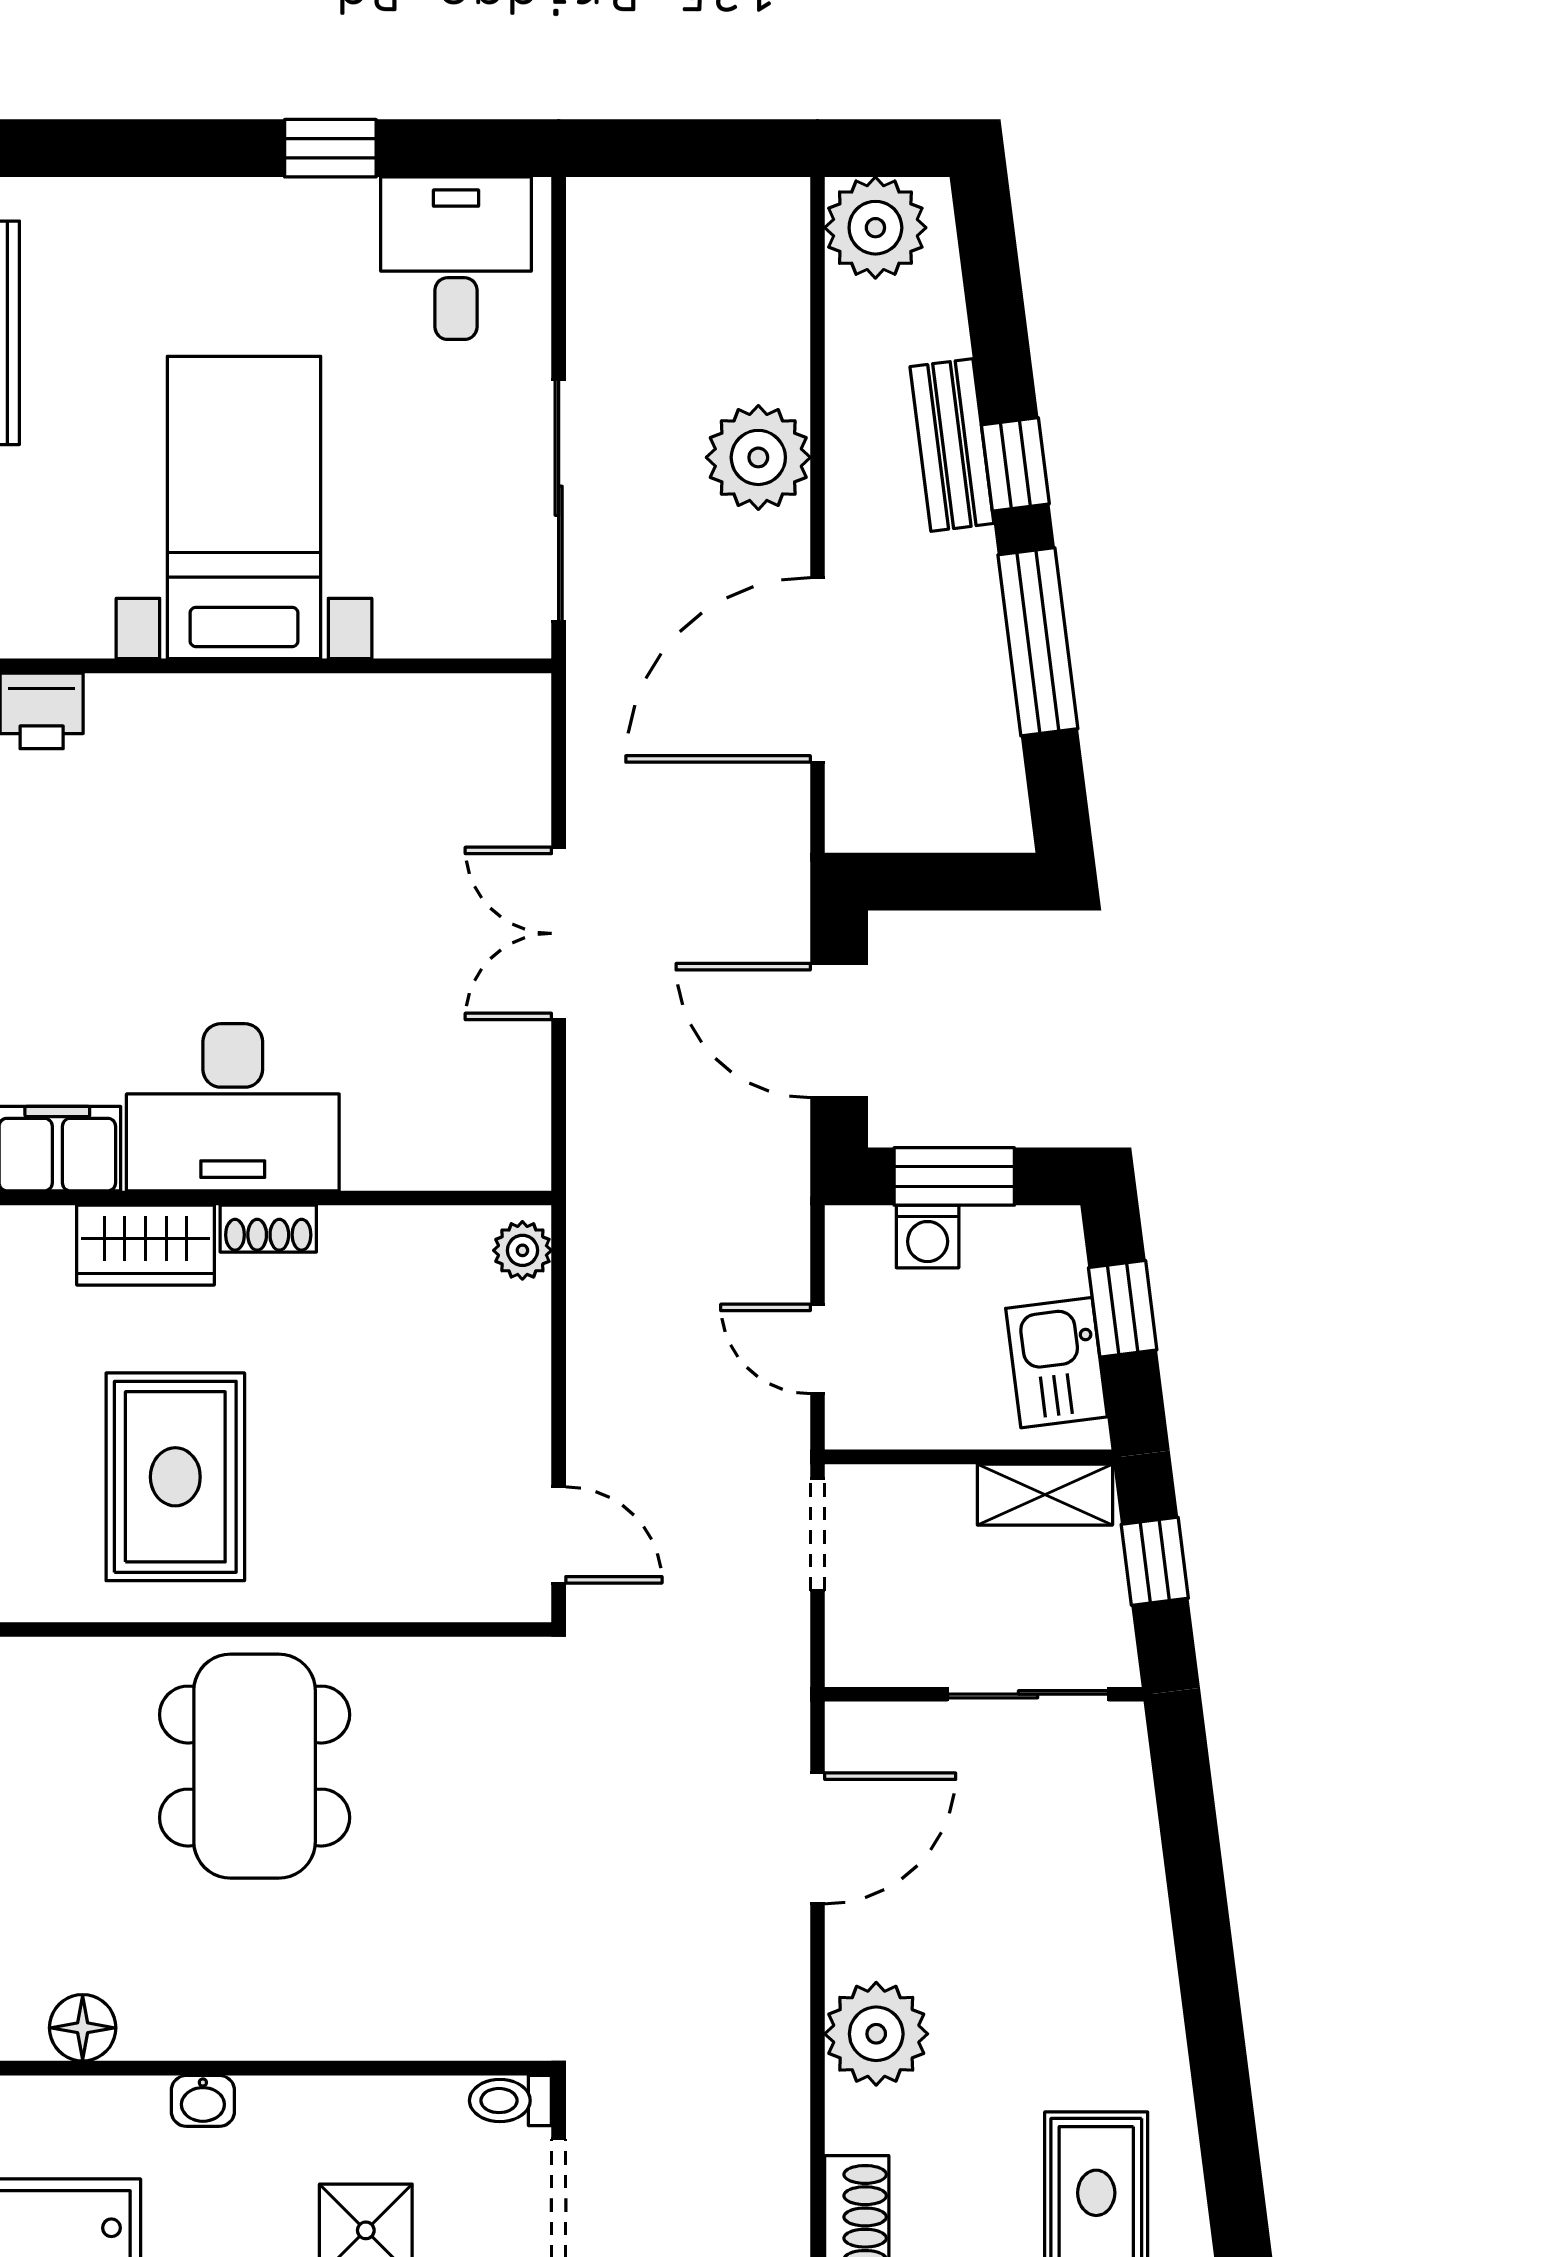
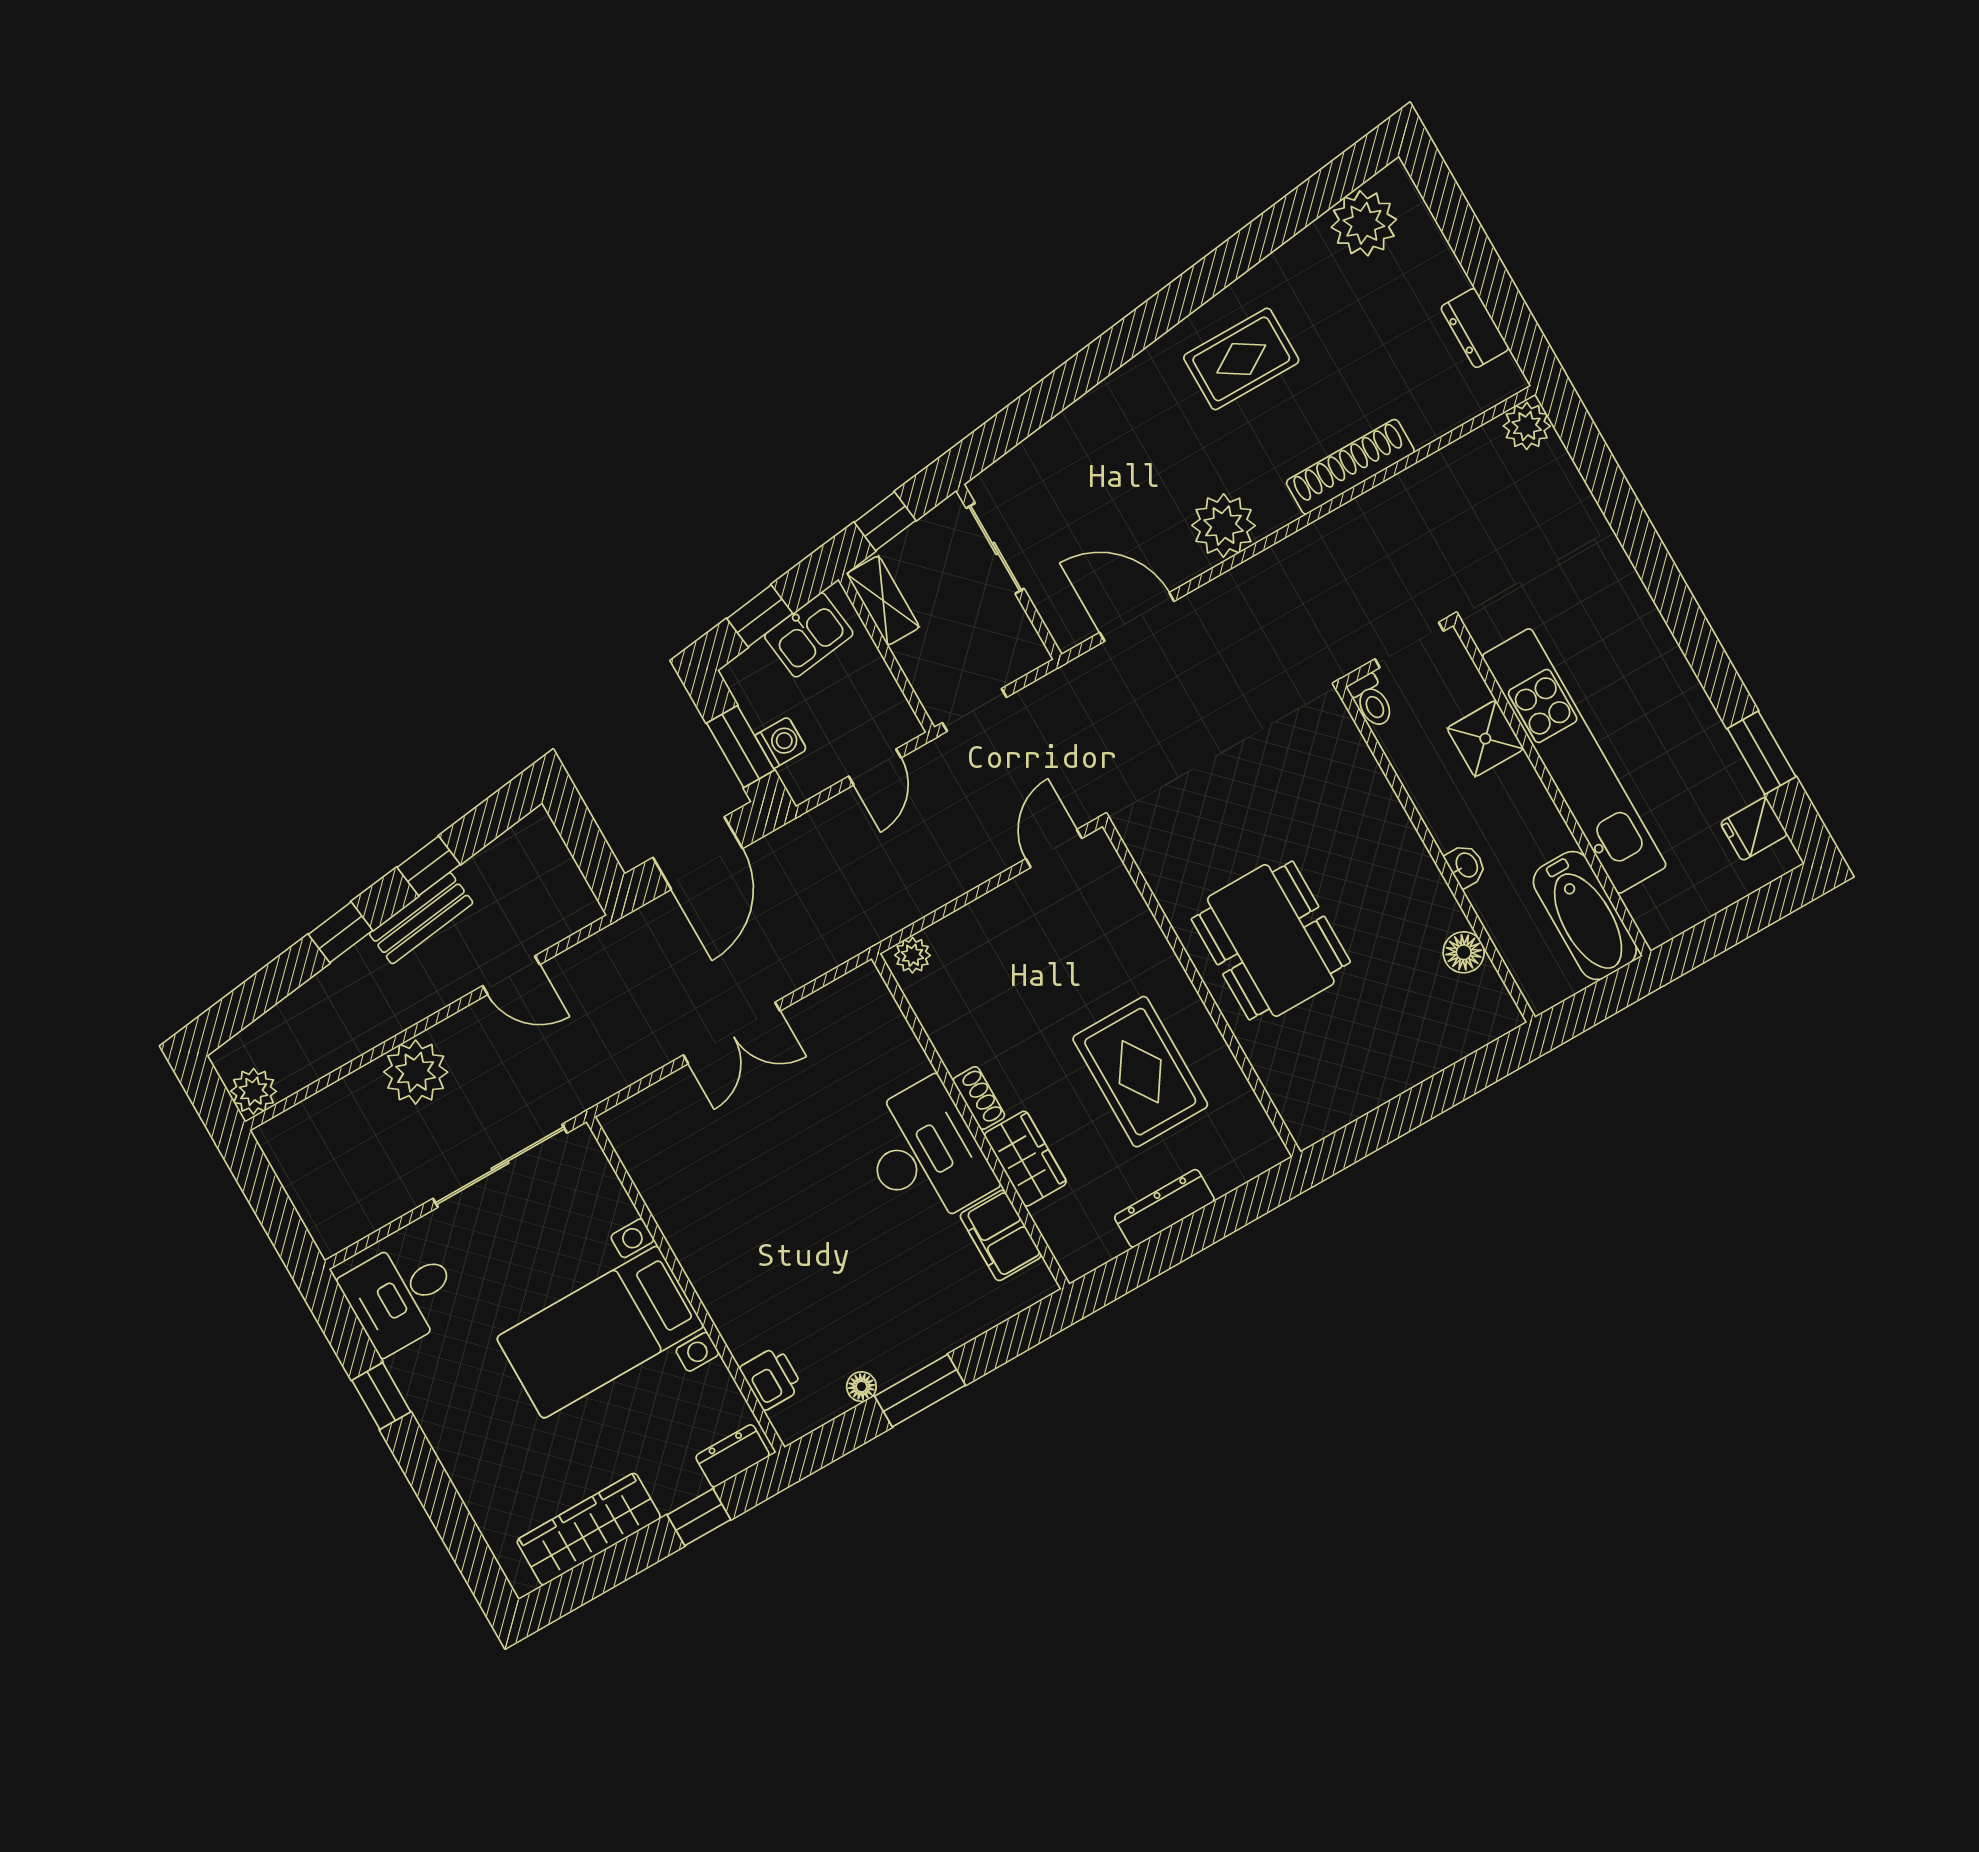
plant: (875, 228) -> (254, 1091), width x0.73, depth x0.73
bench: (952, 445) -> (421, 918), moved
window: (1038, 642) -> (429, 866), width x0.46
door: (818, 670) -> (511, 975), width x0.53
rug: (175, 1477) -> (1140, 1072), turned 90
dining table: (255, 1766) -> (1271, 940), turned 90

